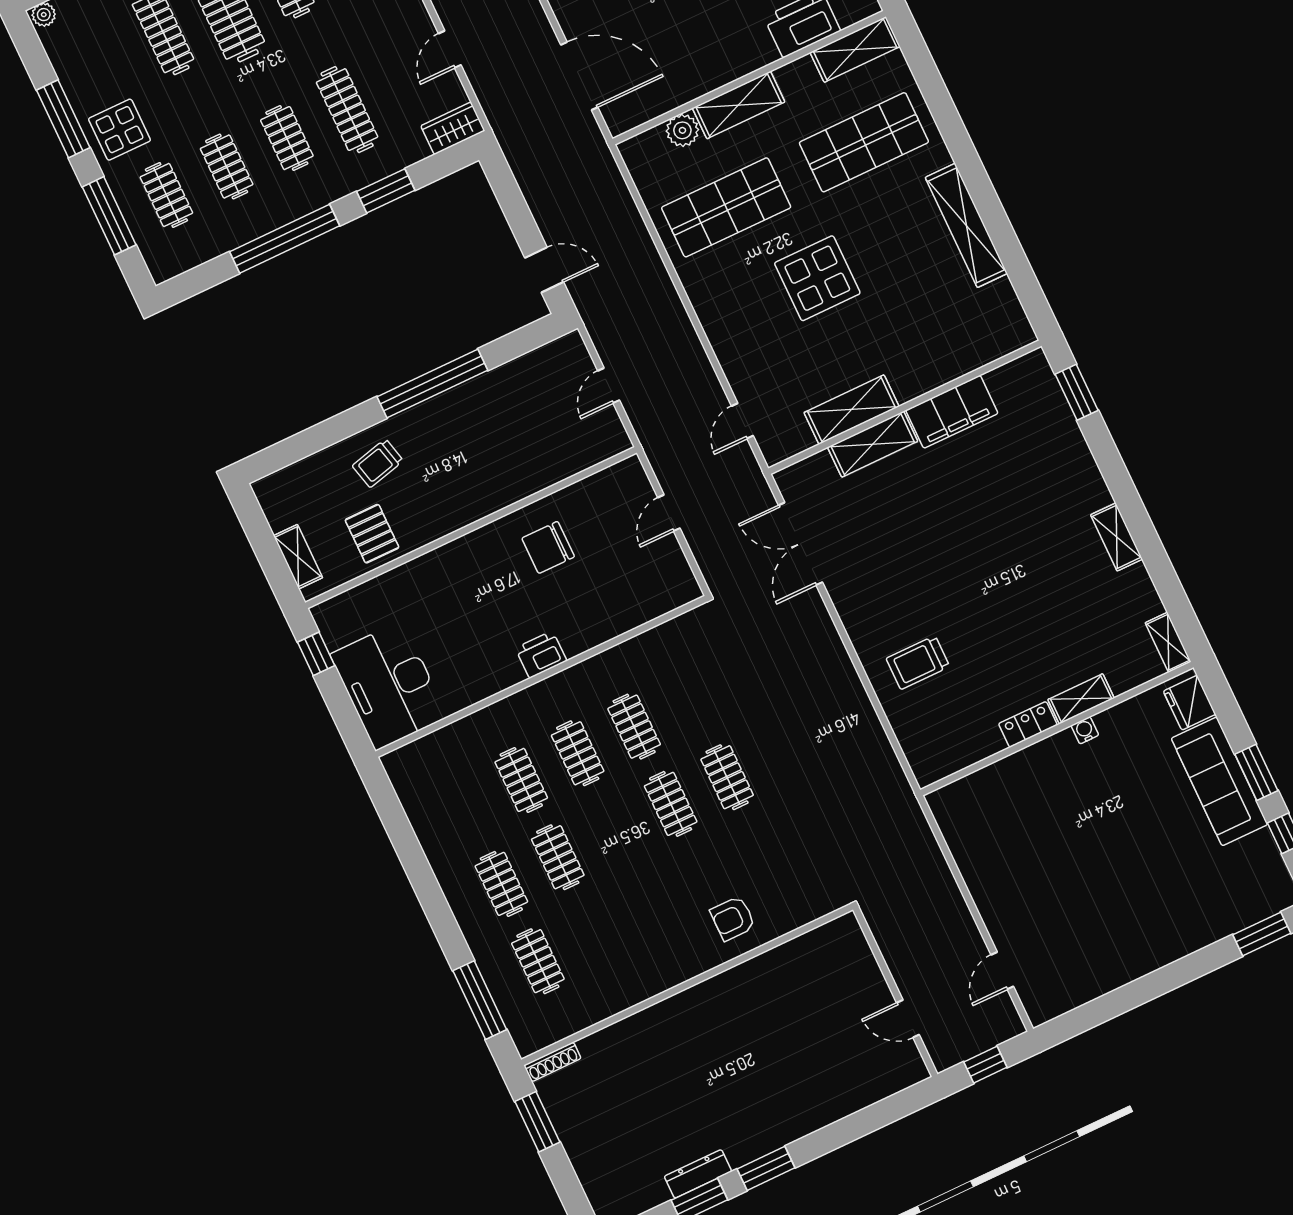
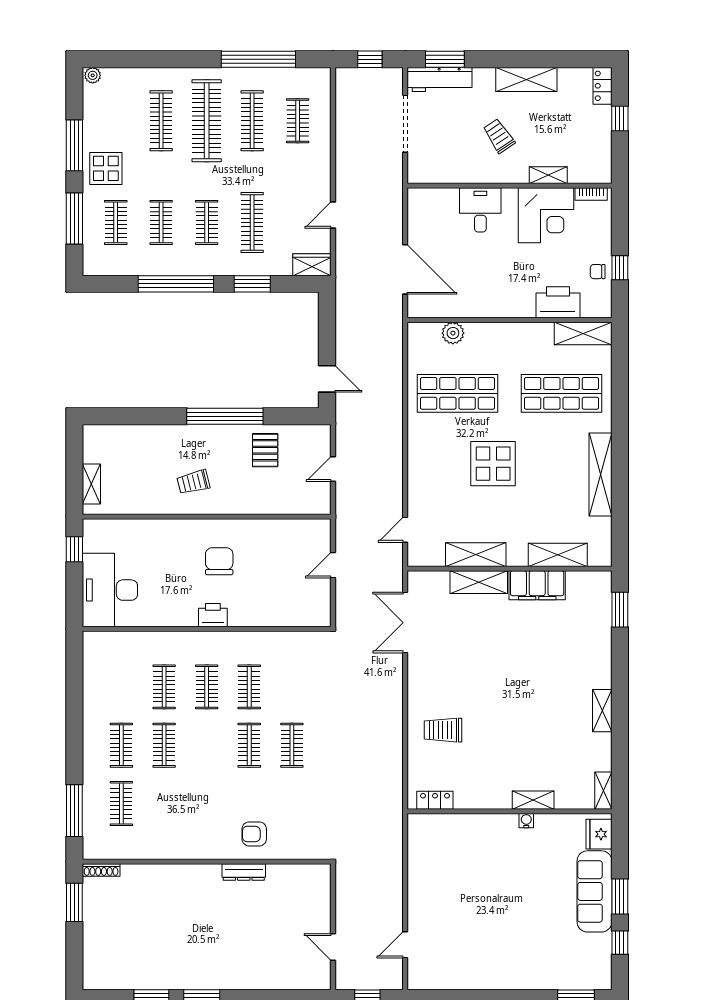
shelving: (739, 105) -> (558, 555), moved
trolley: (378, 463) -> (193, 482), moved
pallet: (372, 534) -> (265, 450), moved
chair: (548, 547) -> (219, 561), moved, turned 90
locker: (1028, 724) -> (435, 800), moved
dresser: (698, 1174) -> (244, 872), moved, turned 180

